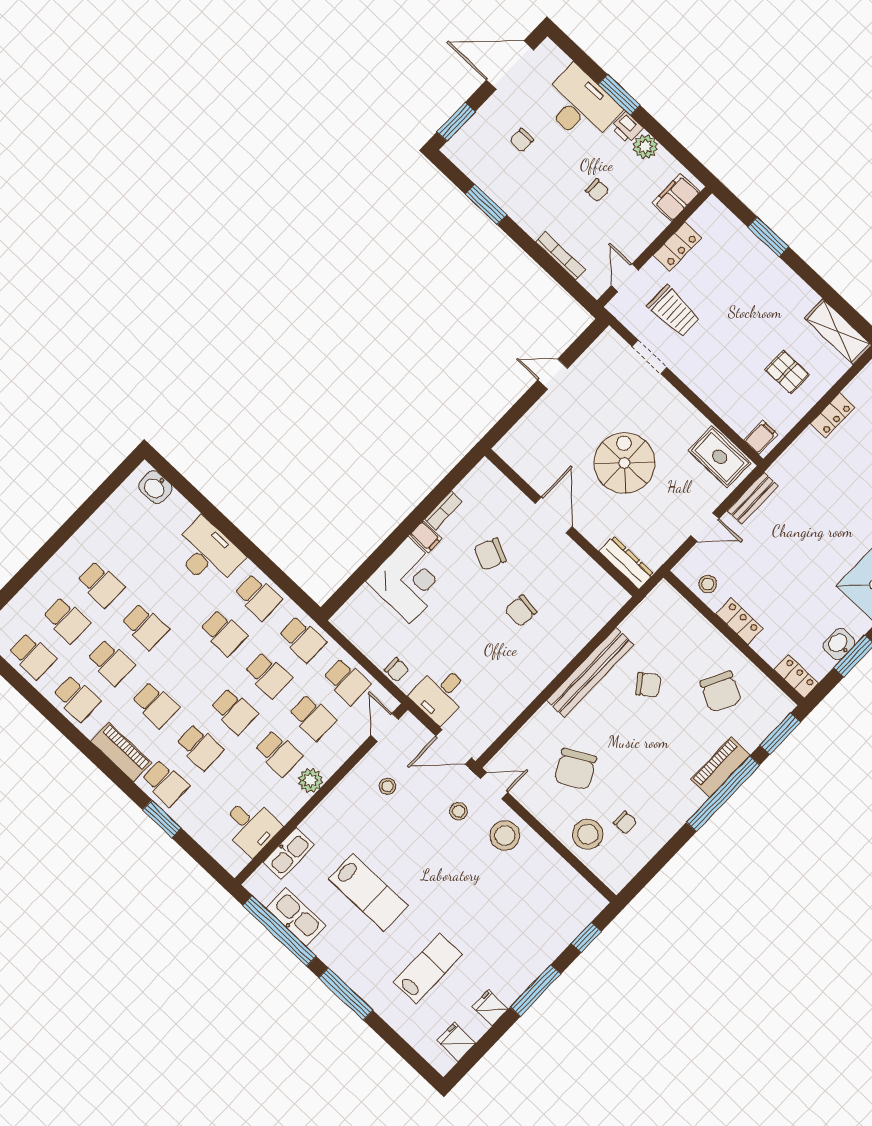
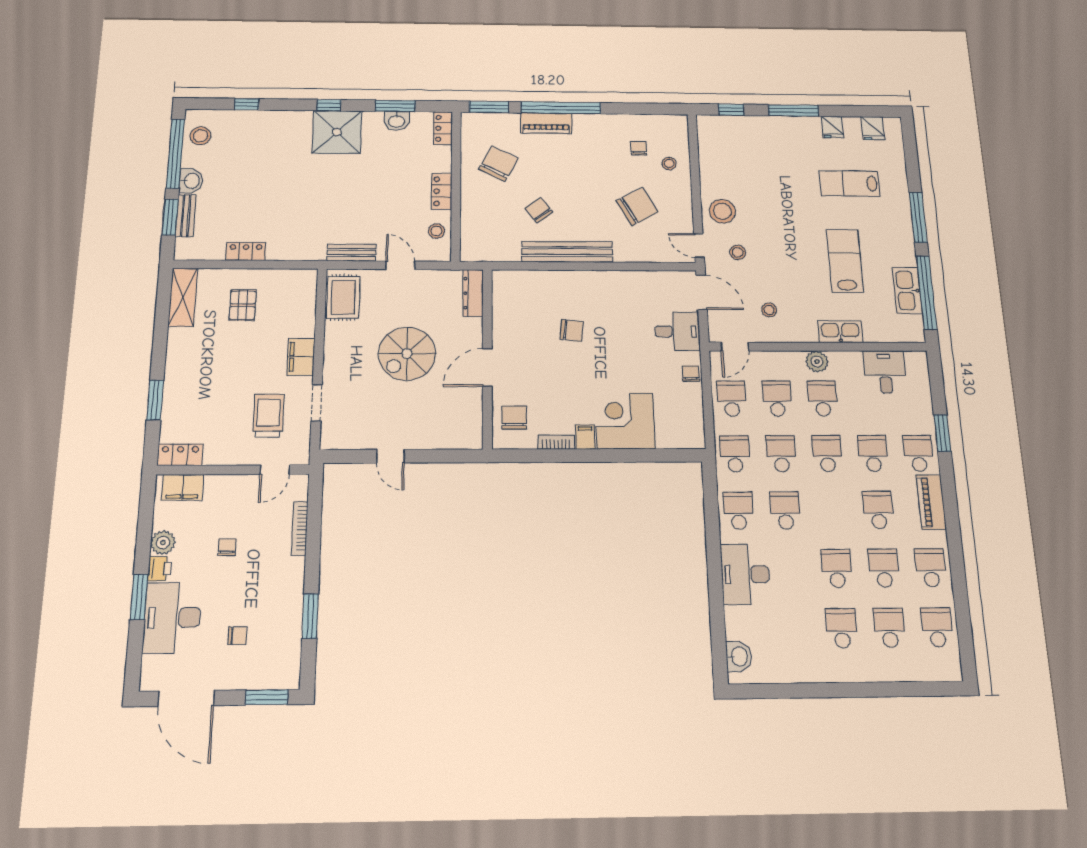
locker: (677, 246) -> (180, 455), moved
filing cabinet: (761, 437) -> (301, 357), moved, width x2.00
chair: (490, 554) -> (514, 417), moved, turned -114
stool: (588, 834) -> (669, 164), width x0.53, depth x0.53
kitchen sink: (289, 853) -> (840, 332), moved

